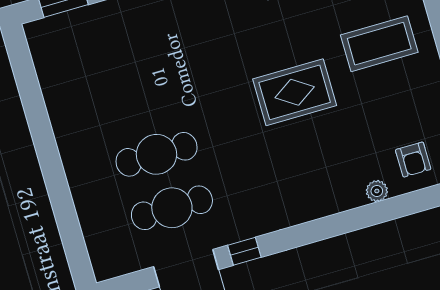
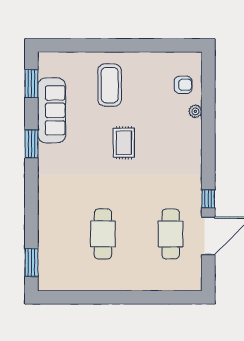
rug: (295, 92) -> (124, 143), width x0.73, depth x0.70
cafe table: (157, 154) -> (103, 234), moved

